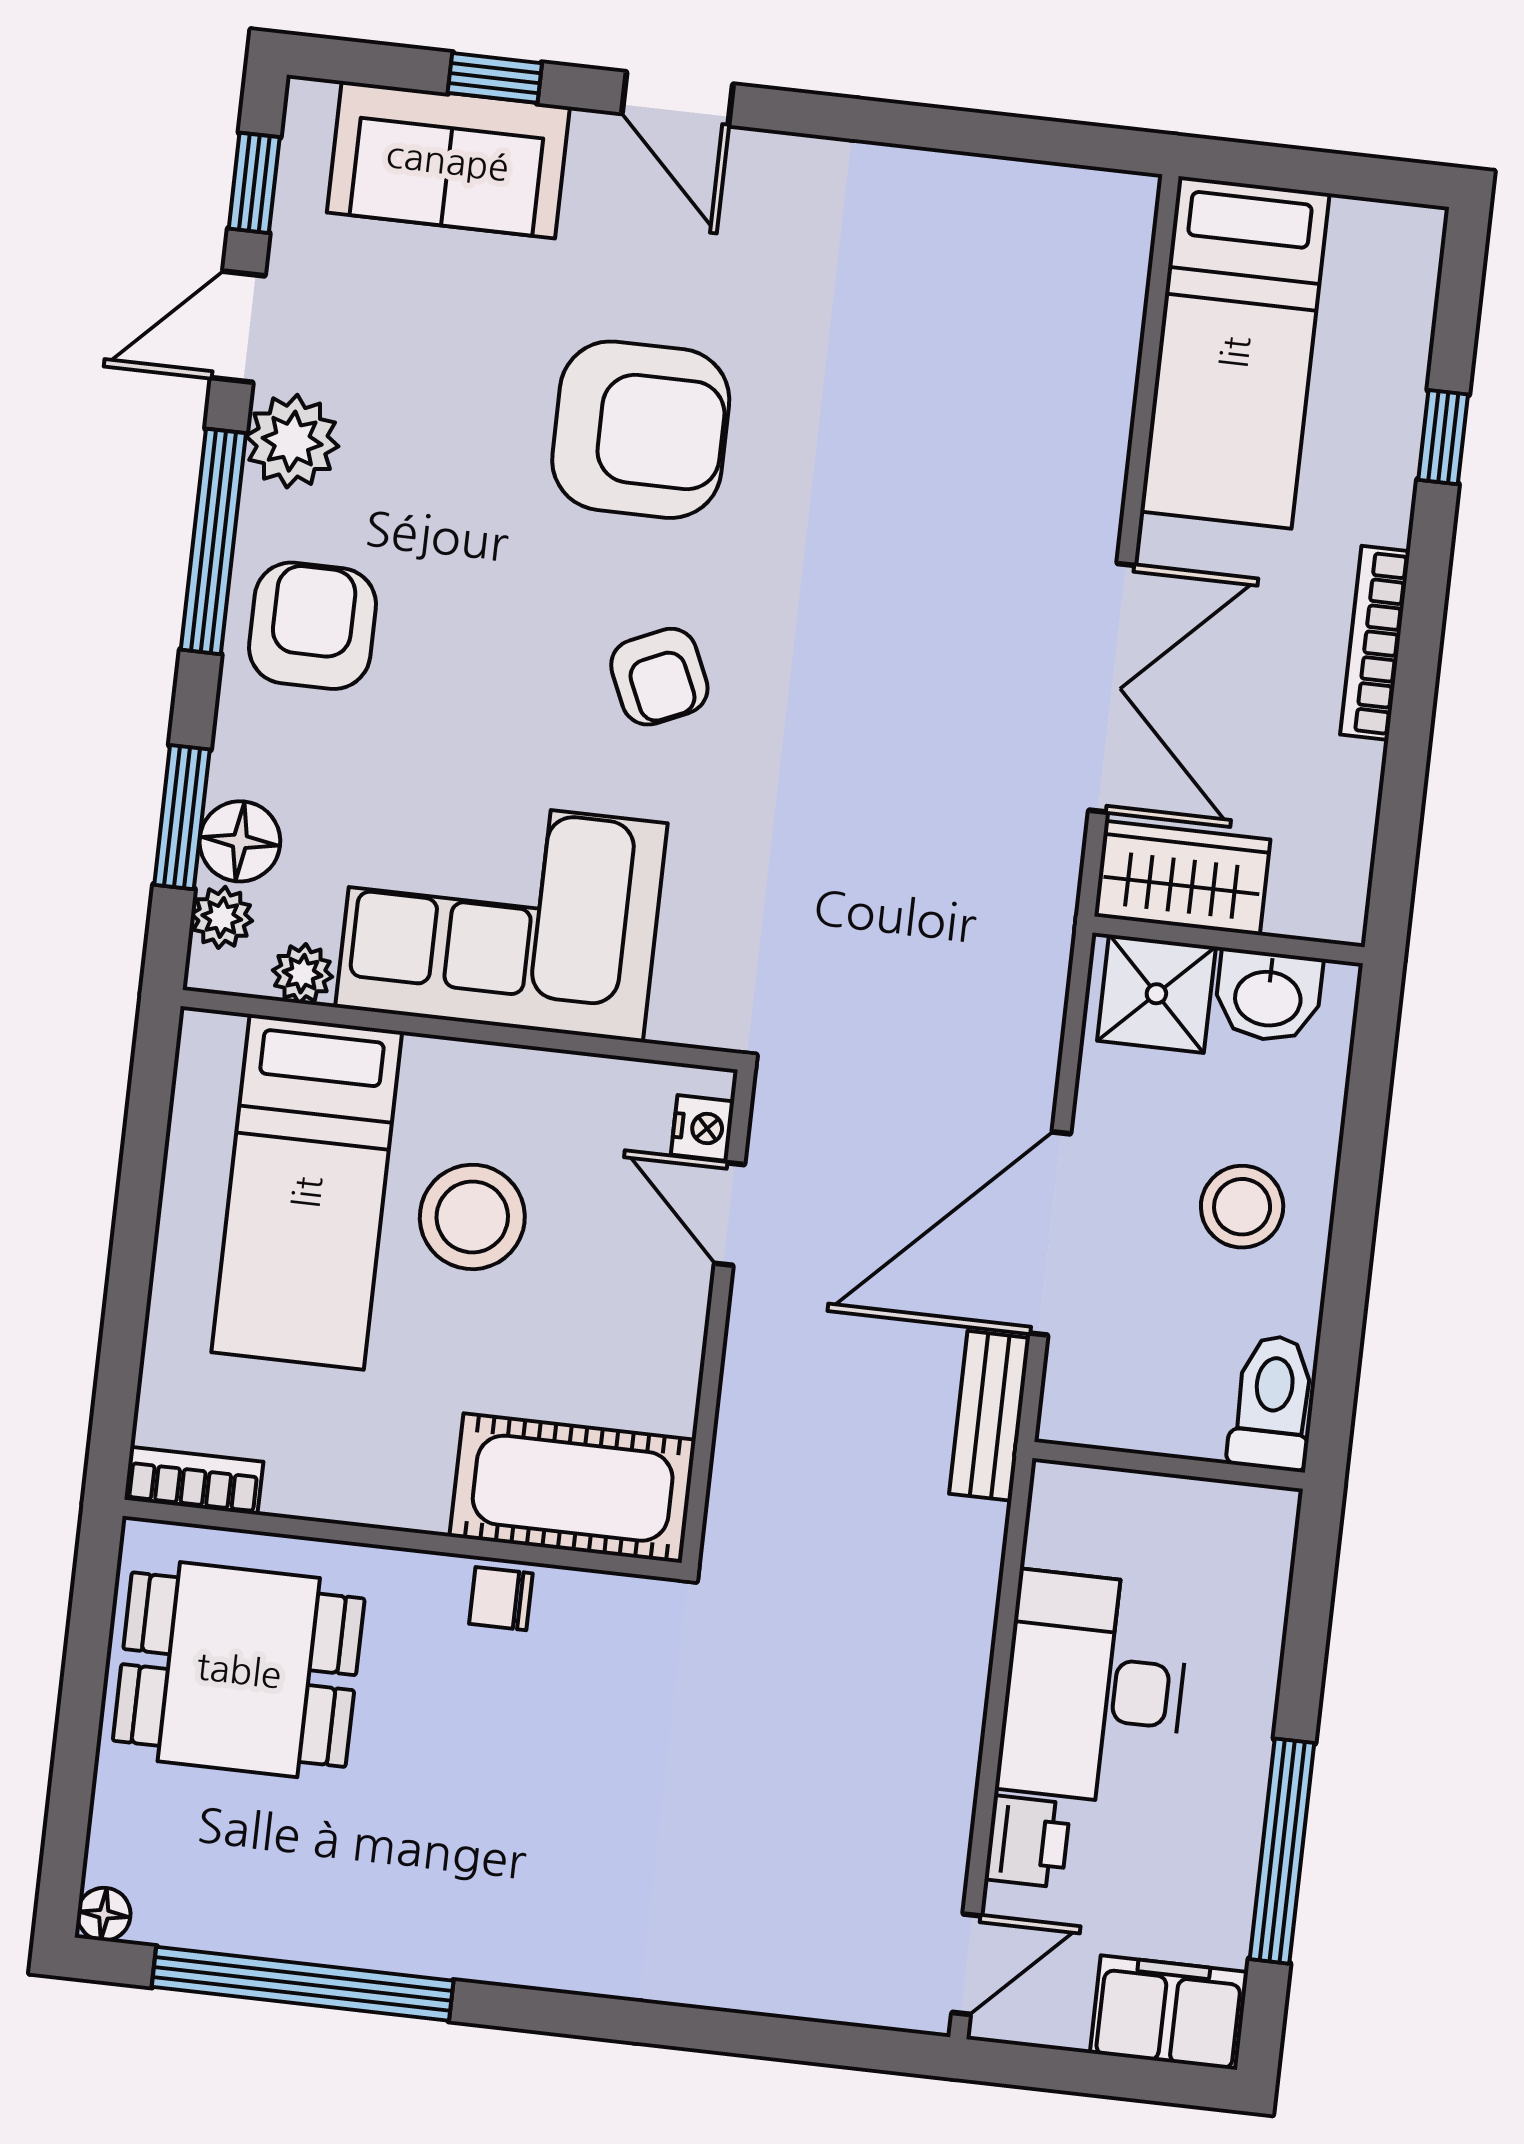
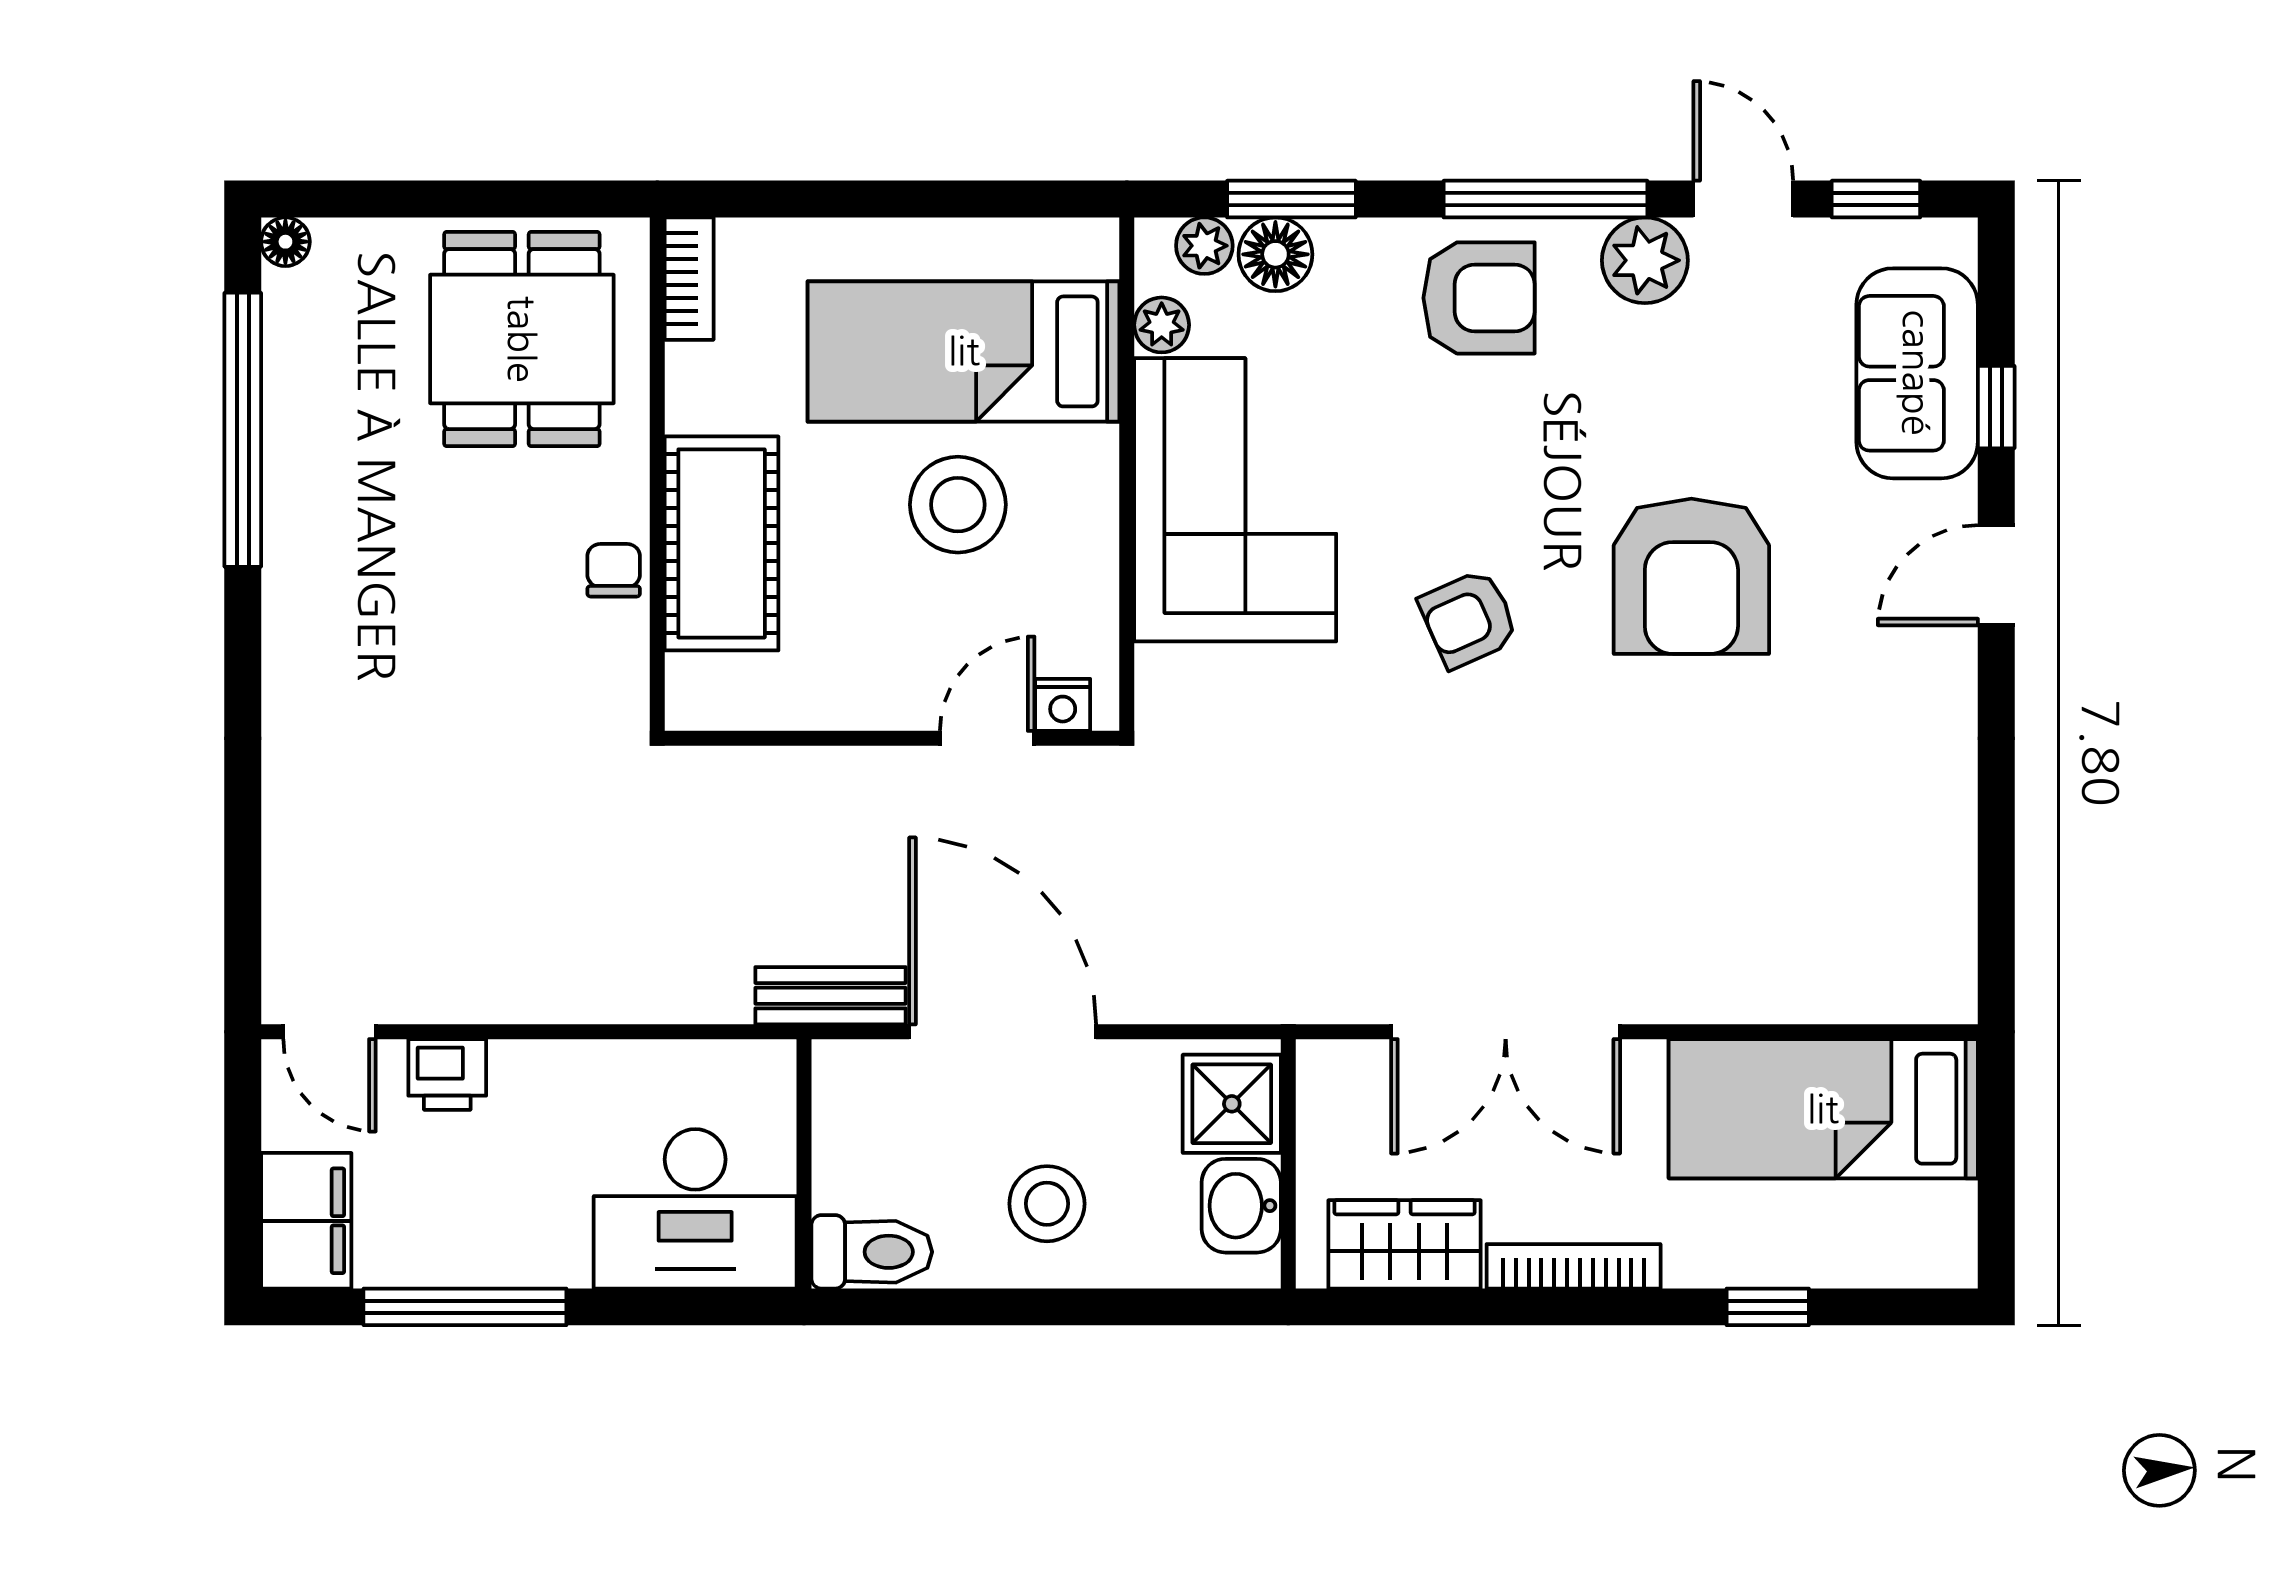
wardrobe: (1182, 878) -> (1405, 1244), moved, turned -90
cot: (573, 1488) -> (722, 543), moved
desk: (1094, 1688) -> (695, 1209), moved, turned 180

